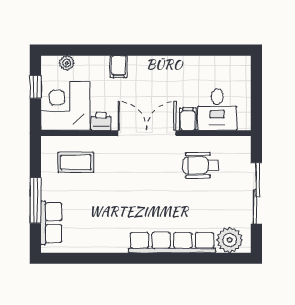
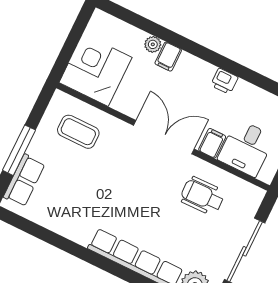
plant: (67, 63) -> (153, 44), moved
window: (35, 87) -> (75, 36), removed
printer: (101, 122) -> (224, 81), moved, turned 180

